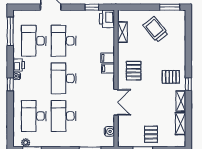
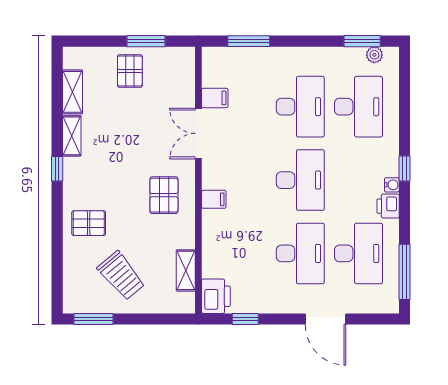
filing cabinet: (108, 58) -> (215, 98), moved
pallet: (171, 77) -> (89, 223), moved
water cooler: (109, 131) -> (211, 77), removed

